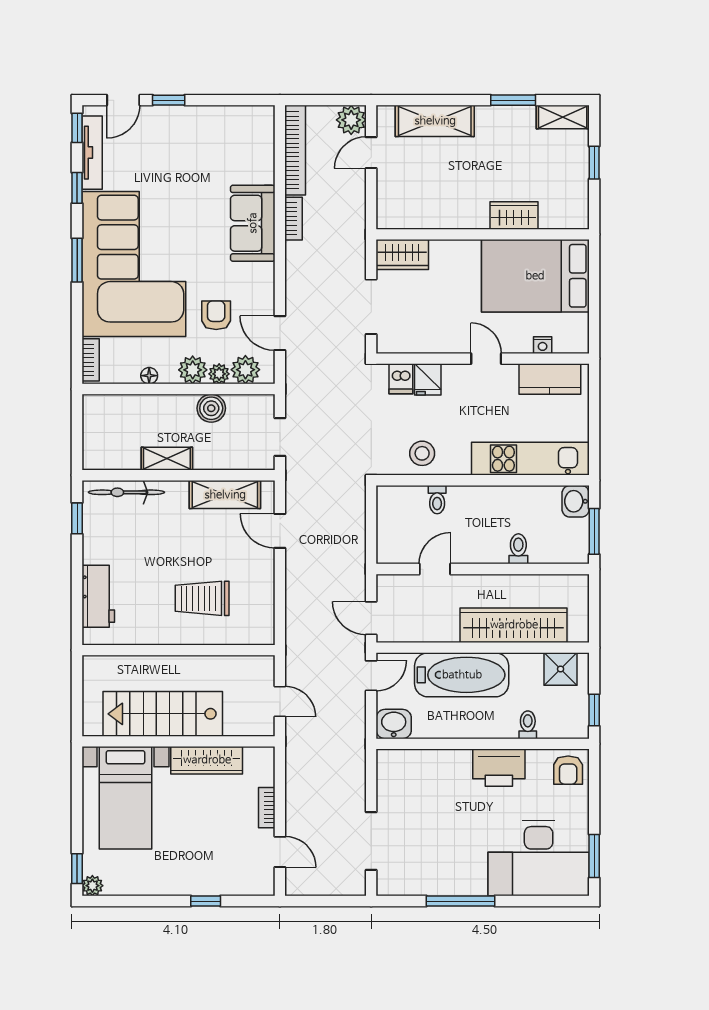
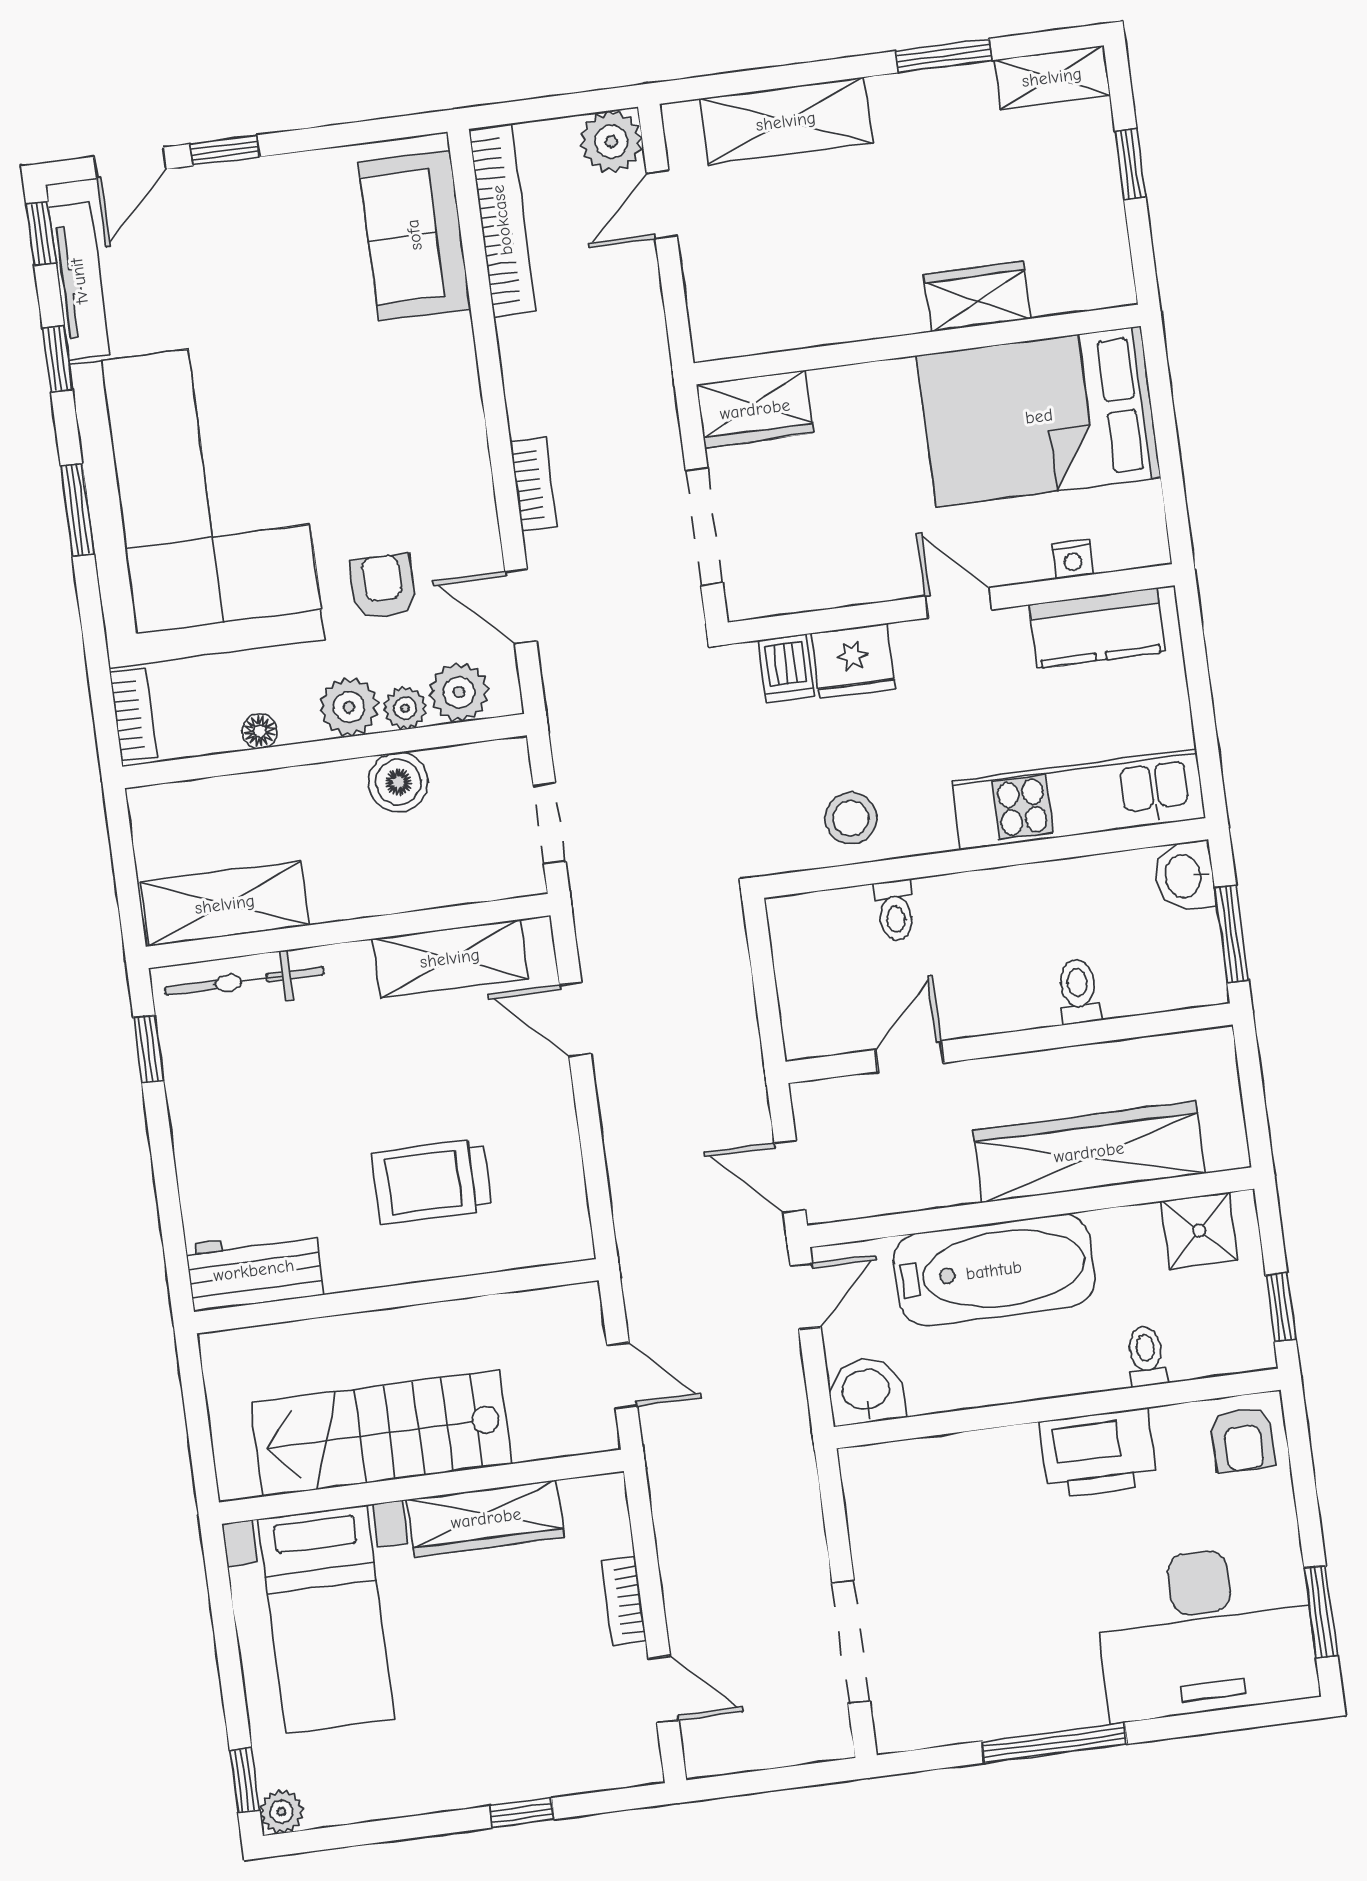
bookcase: (293, 219) -> (534, 484), moved
sofa: (253, 223) -> (414, 235), moved
fridge: (428, 379) -> (853, 661), width x1.38
shelving: (167, 459) -> (225, 904), moved, width x1.50, depth x1.33
workbench: (98, 596) -> (254, 1270), moved, turned -90

